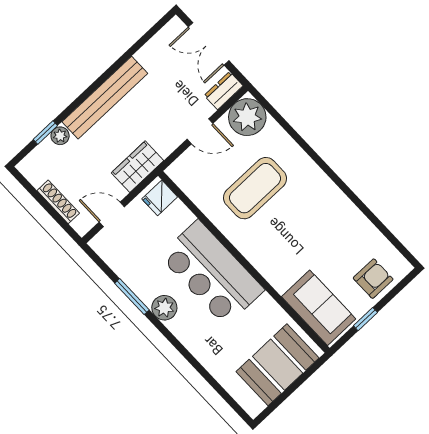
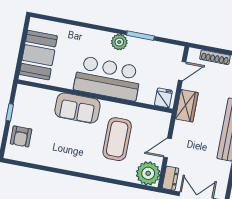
sofa: (319, 308) -> (77, 108), moved

